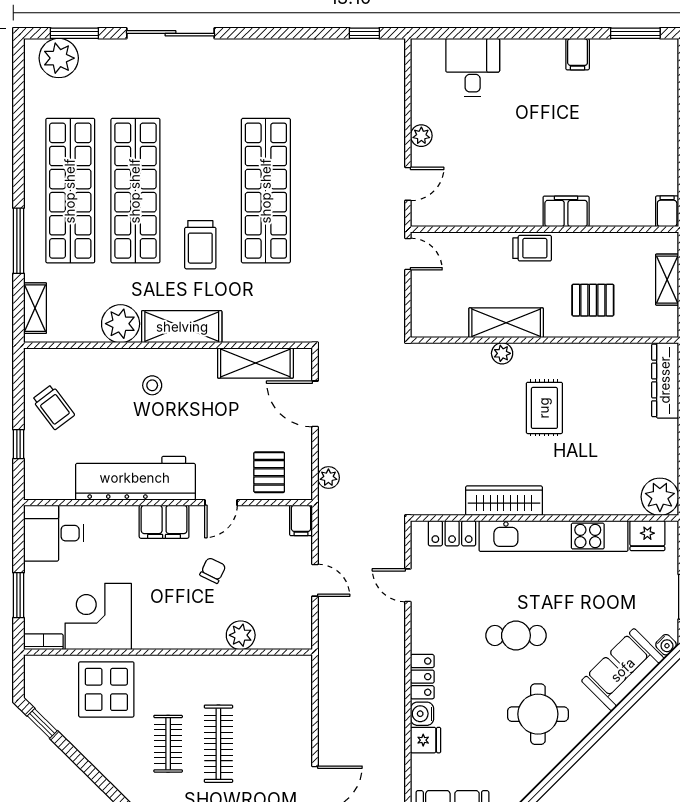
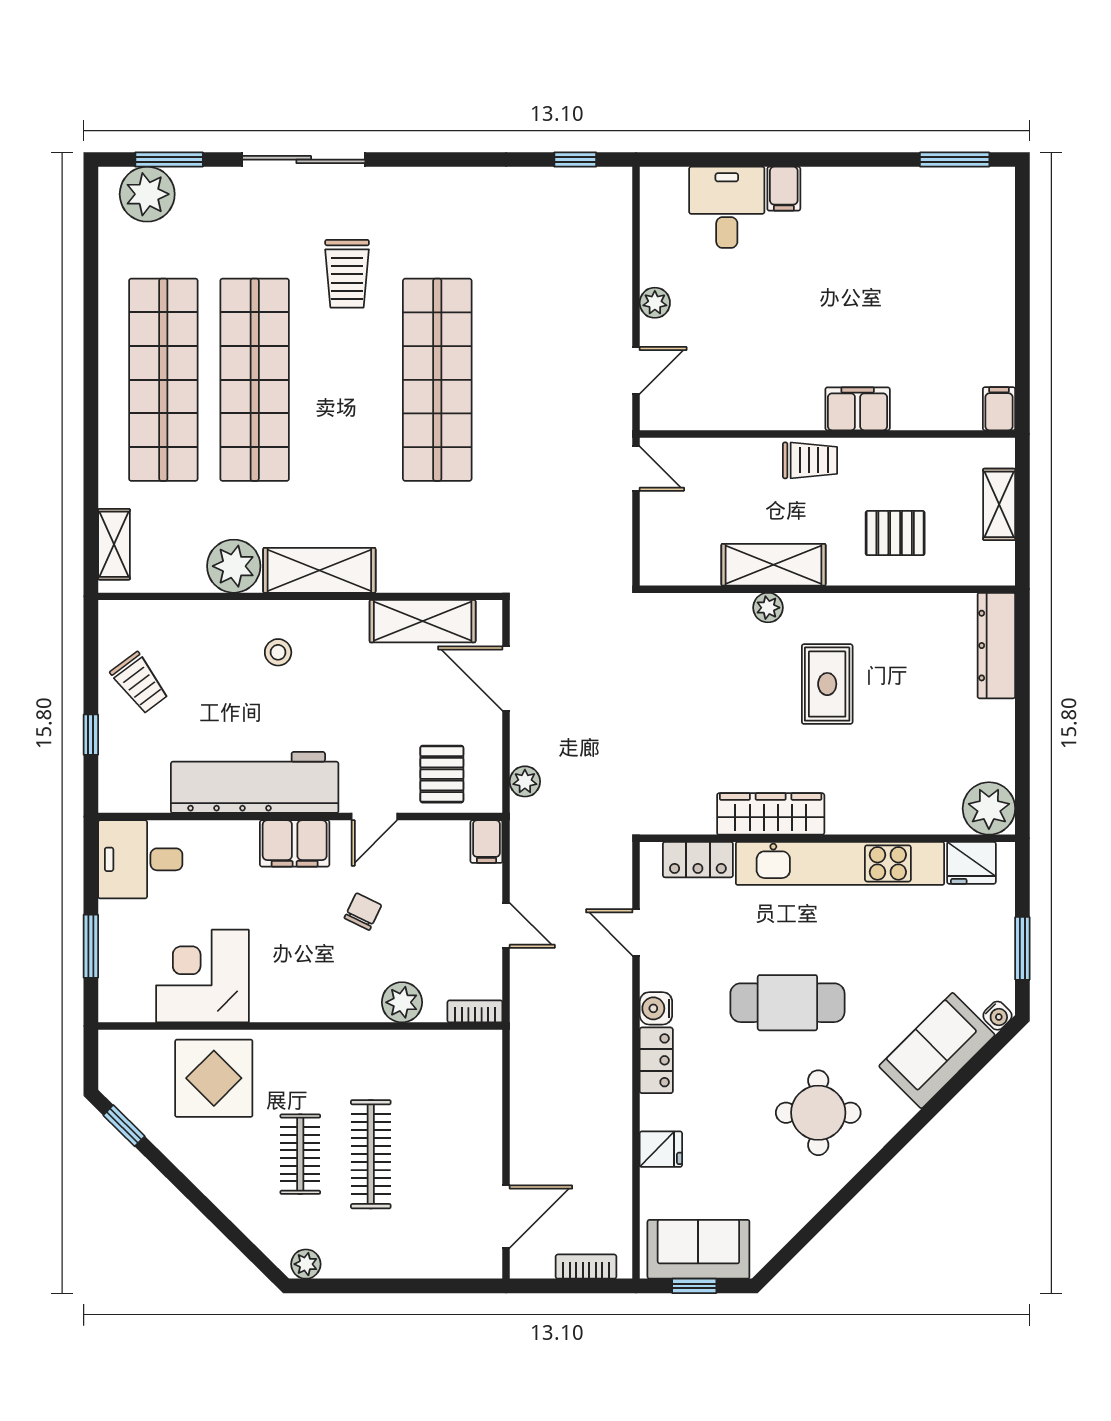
filing cabinet: (578, 54) -> (784, 189), moved
window: (19, 241) -> (91, 450), removed
trolley: (200, 245) -> (347, 274), moved
cafe table: (516, 635) -> (787, 1003), width x1.37, depth x1.35
bookcase: (43, 642) -> (475, 1011), moved
water cooler: (422, 714) -> (656, 1008), moved

